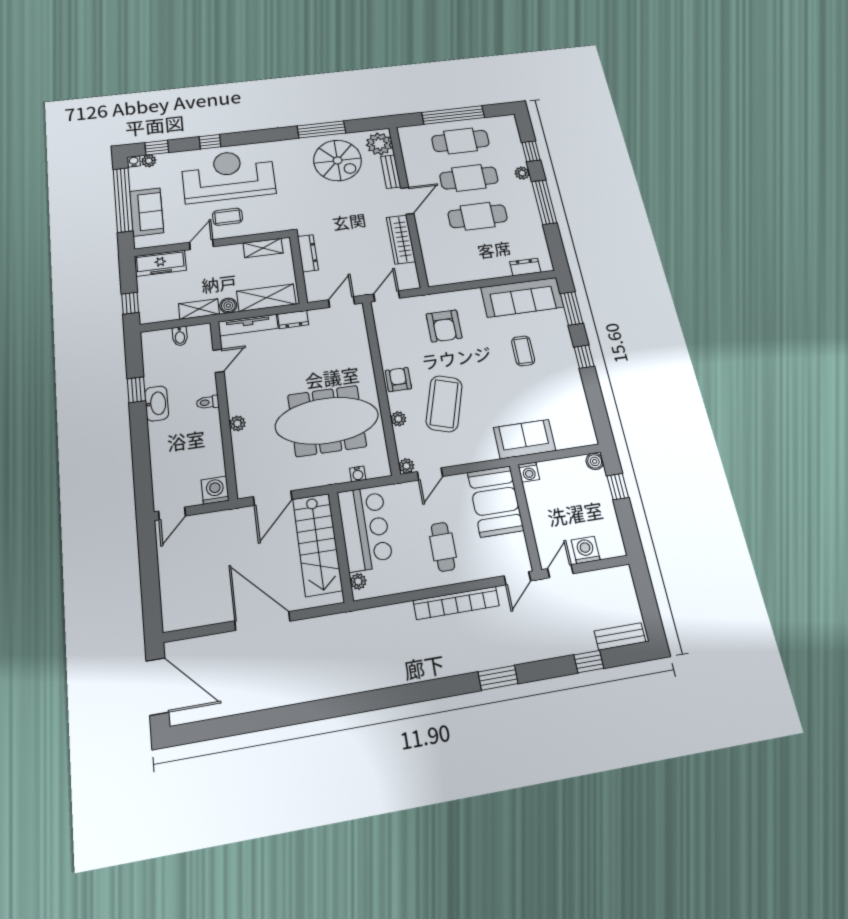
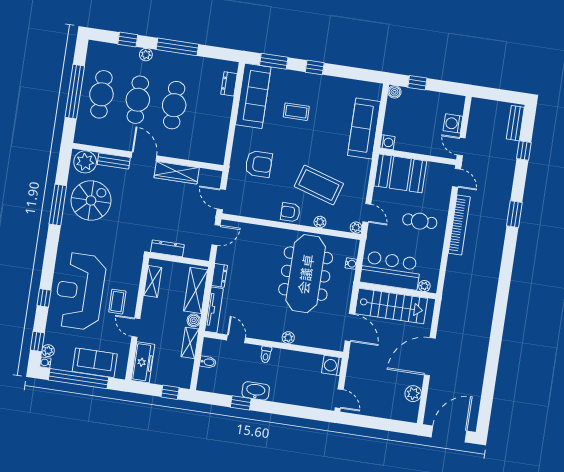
door: (342, 302) -> (216, 235), swing flipped
sofa: (525, 439) -> (364, 129), width x1.36
plant: (204, 614) -> (413, 394), added

